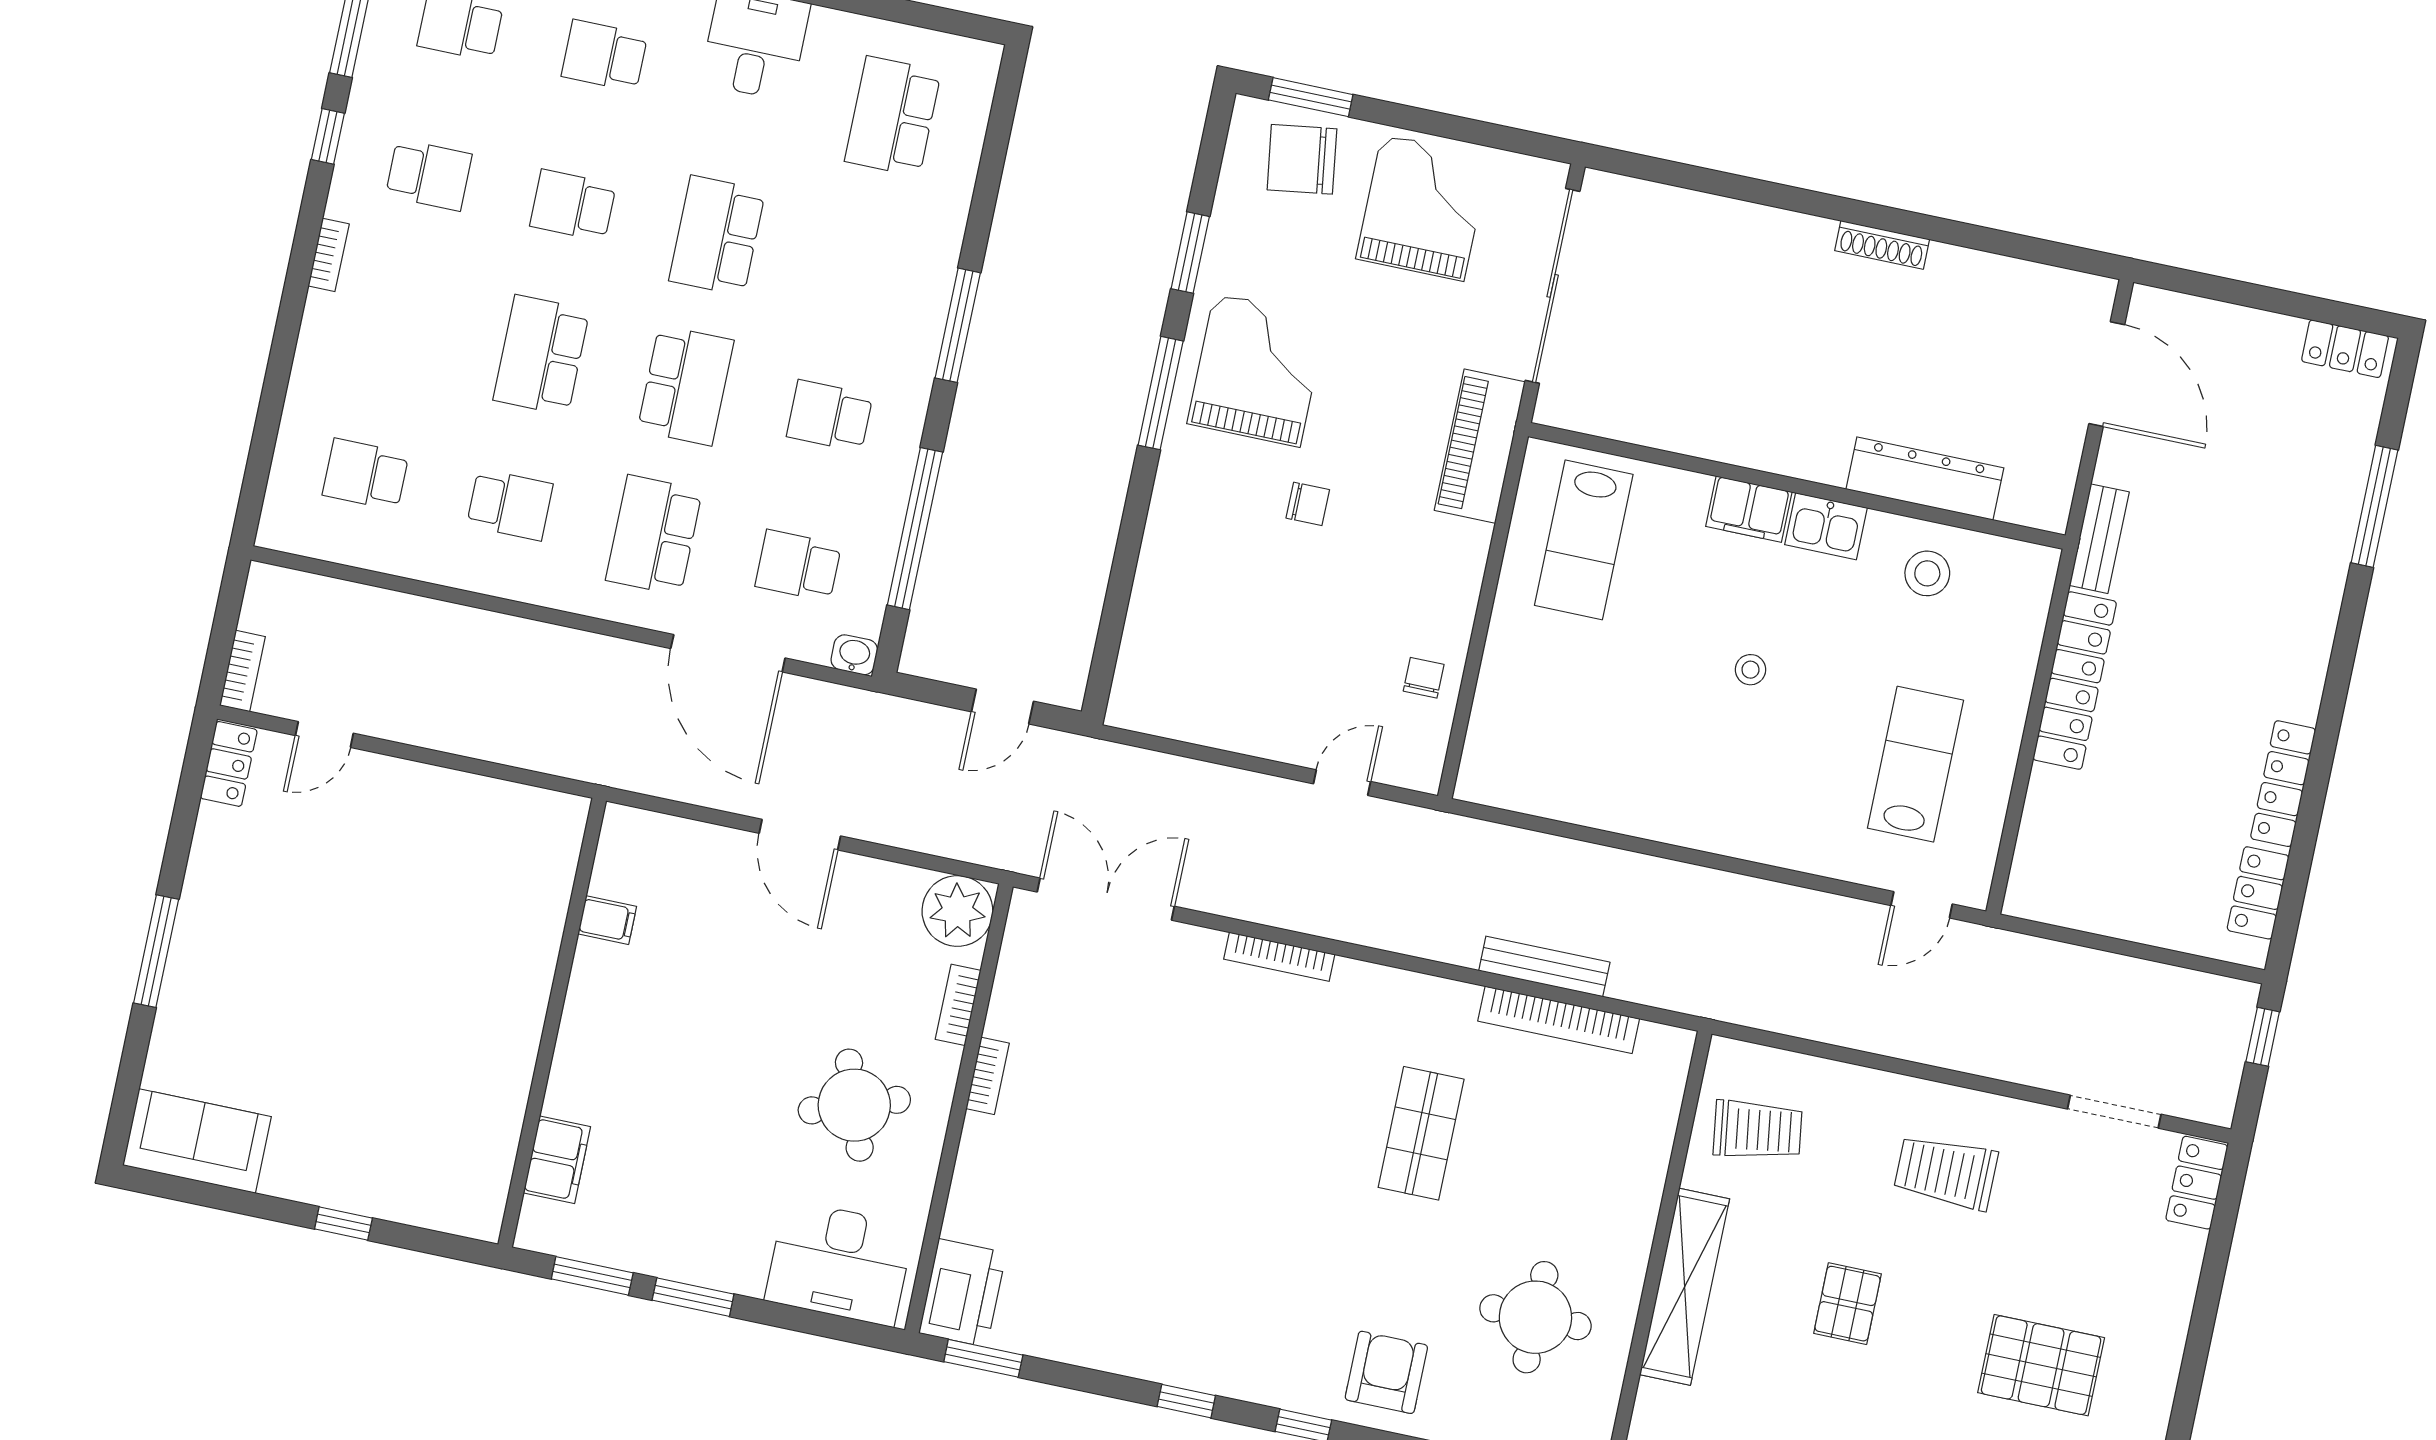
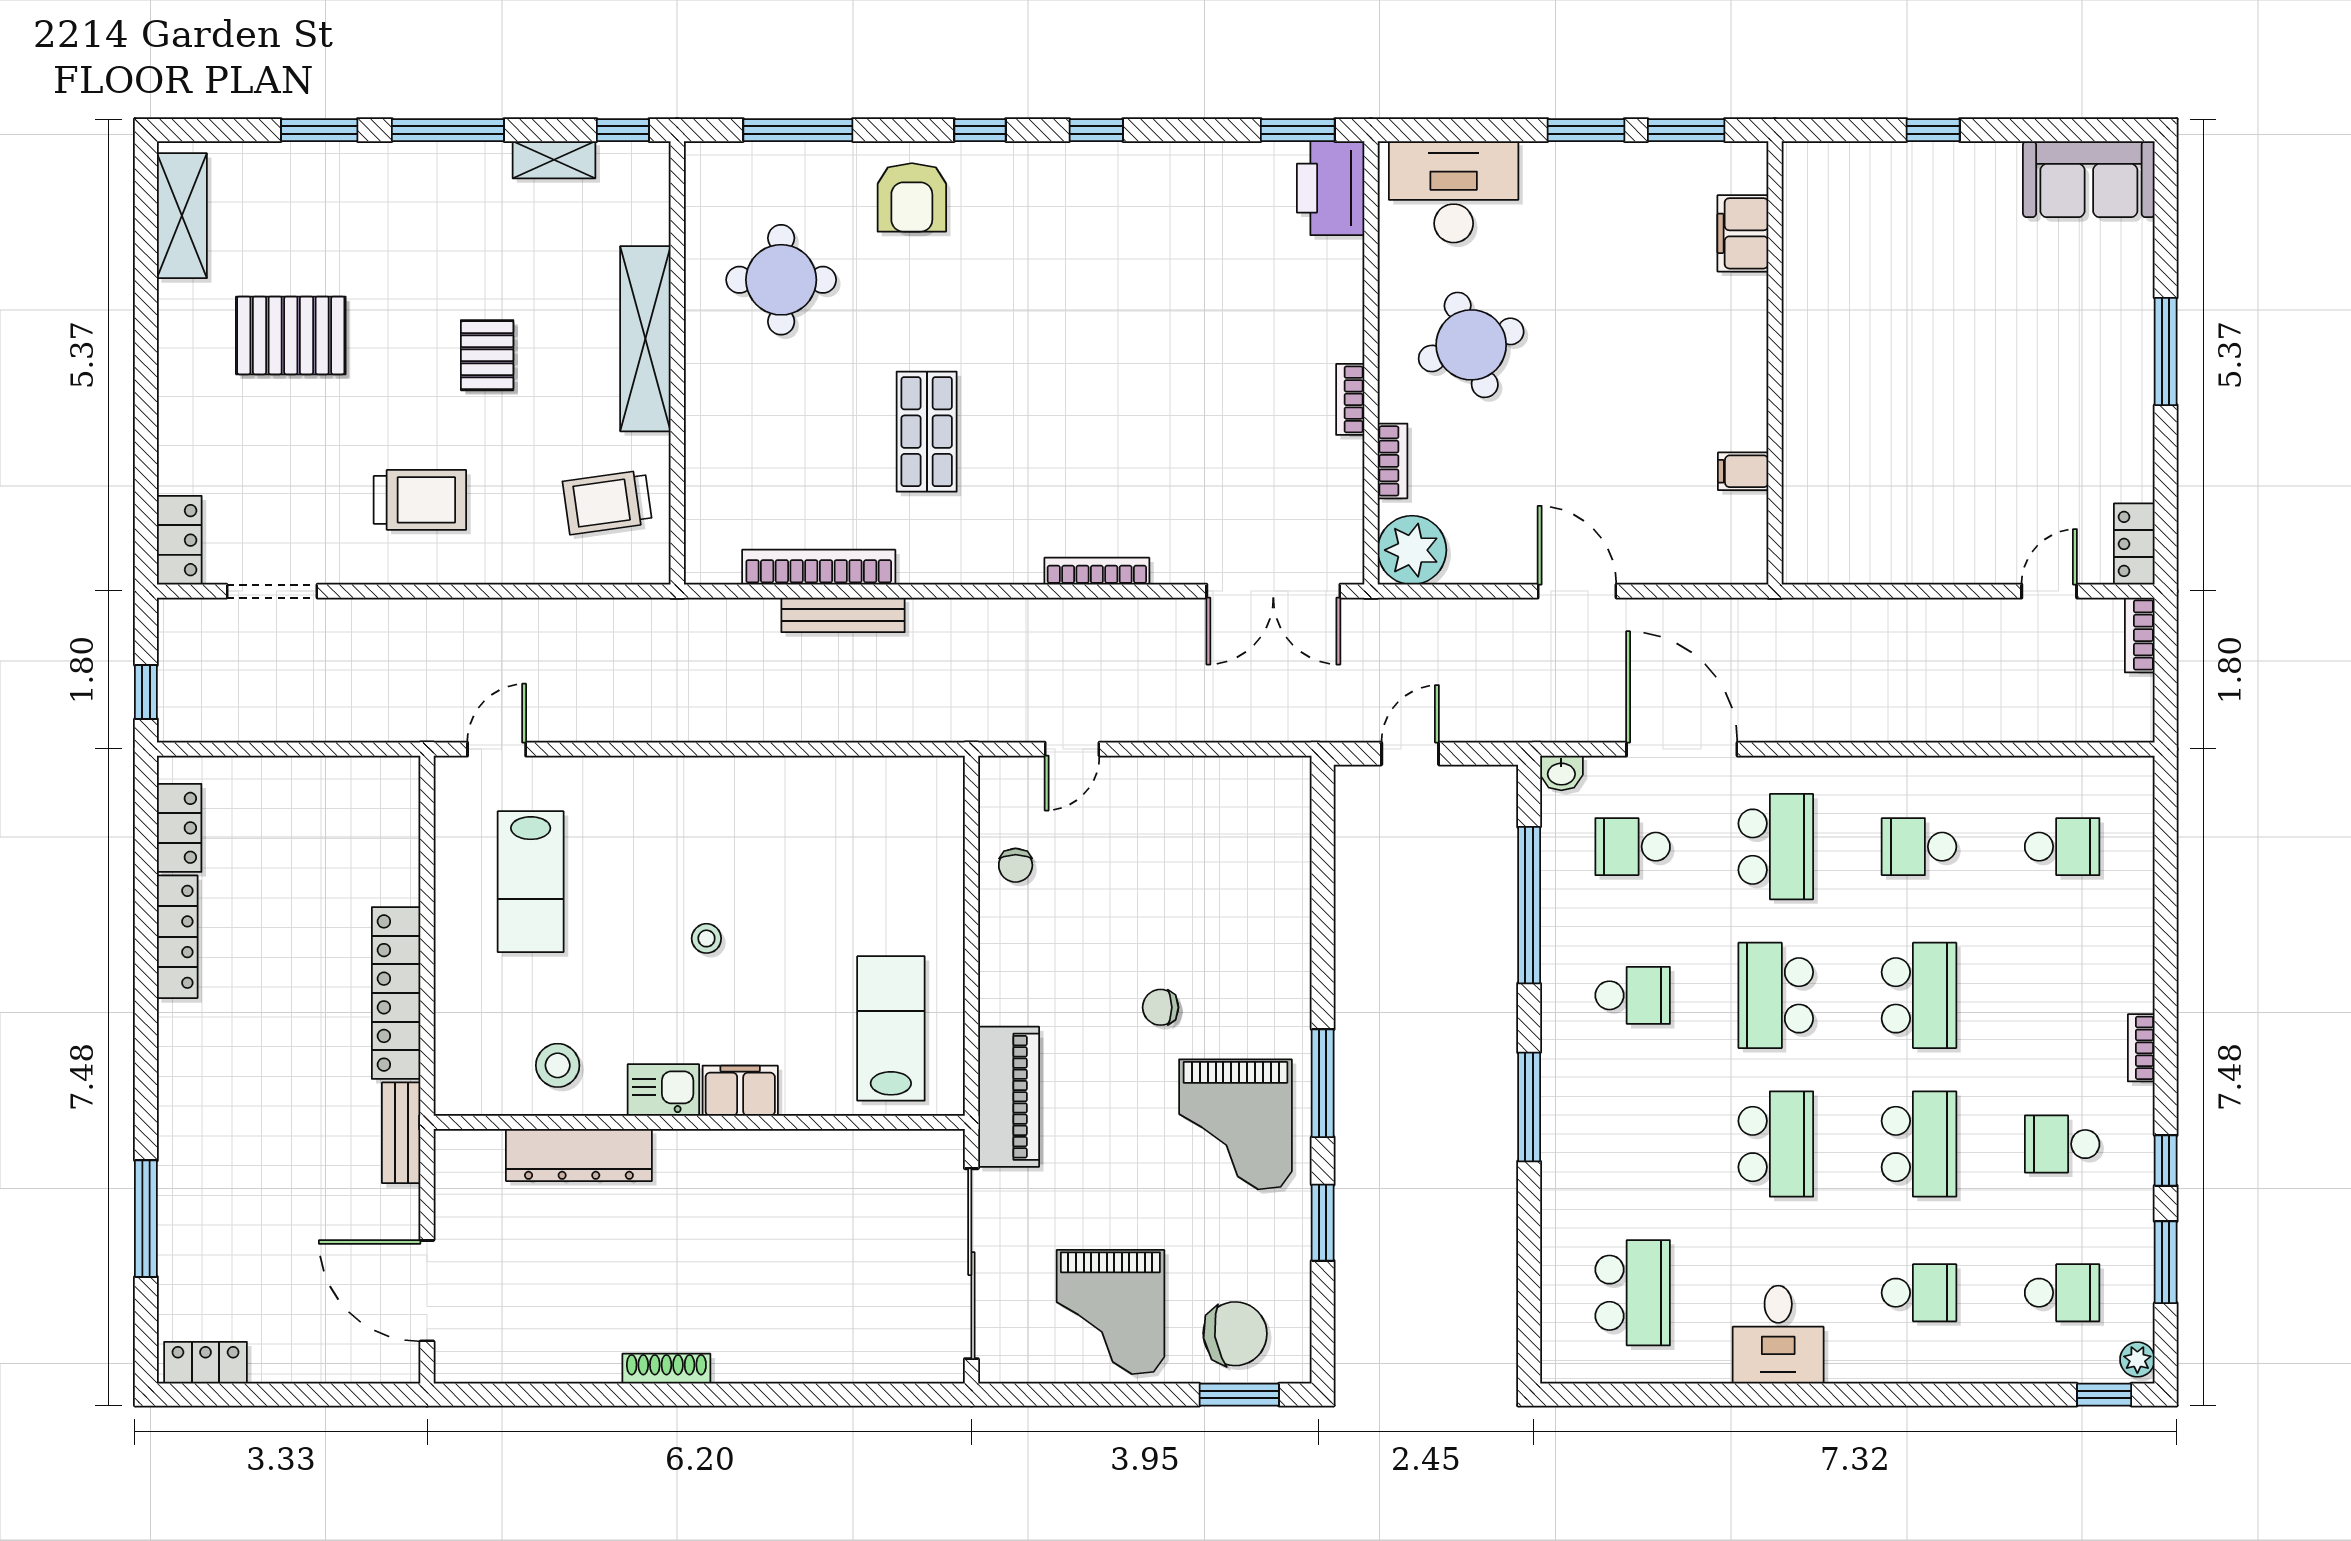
school desk: (573, 205) -> (1919, 1144), width x1.85
school desk: (798, 566) -> (1633, 847), turned 180

